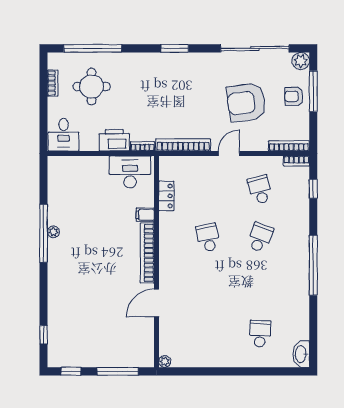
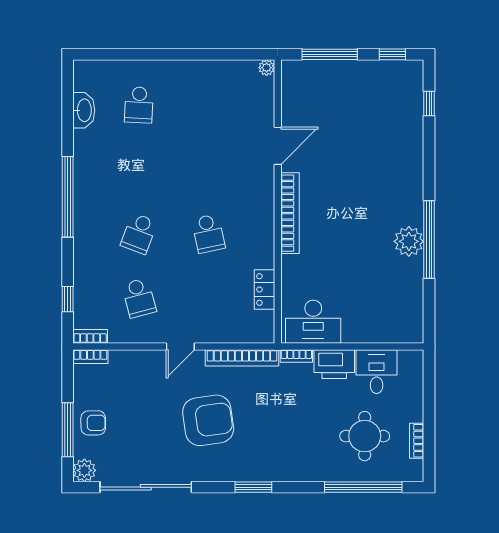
armchair: (246, 102) -> (208, 420), moved
desk: (64, 135) -> (377, 372), moved
bookcase: (289, 146) -> (90, 357), width x0.64
filing cabinet: (145, 215) -> (293, 264), removed
plant: (53, 232) -> (409, 241), width x1.87, depth x1.87
washbasin: (301, 354) -> (84, 110), moved

